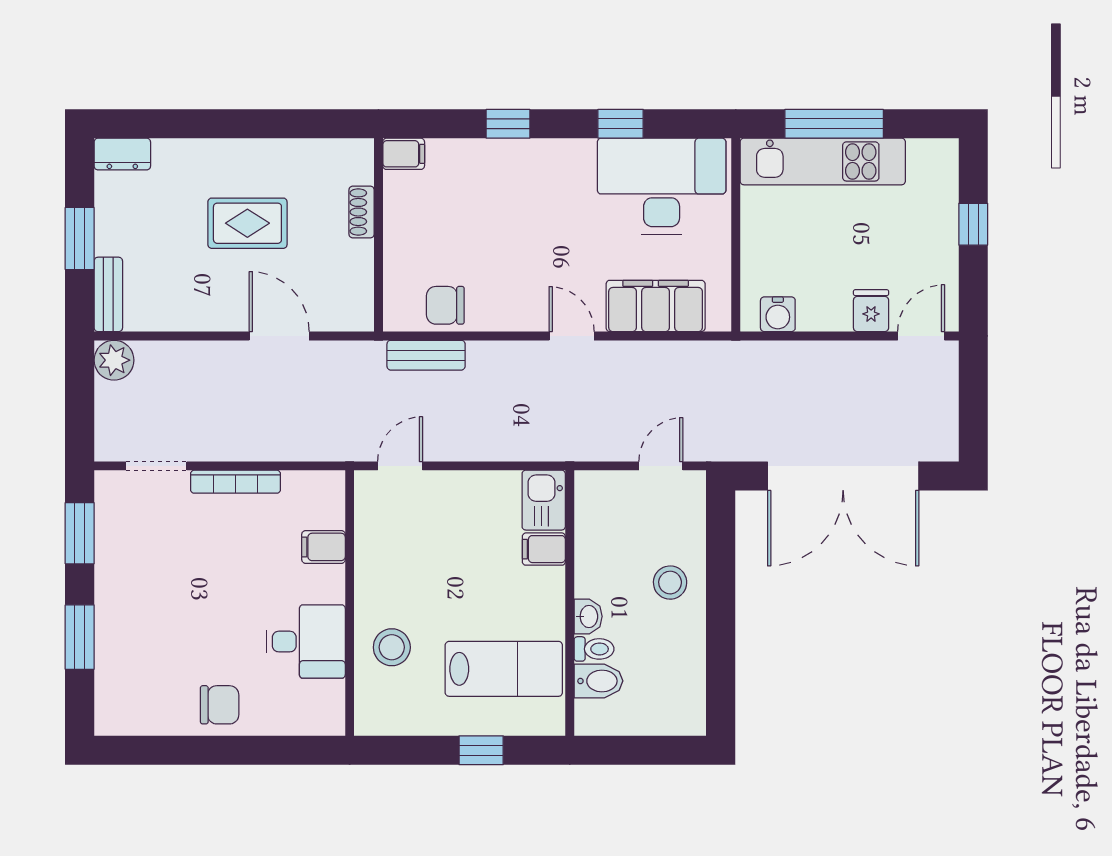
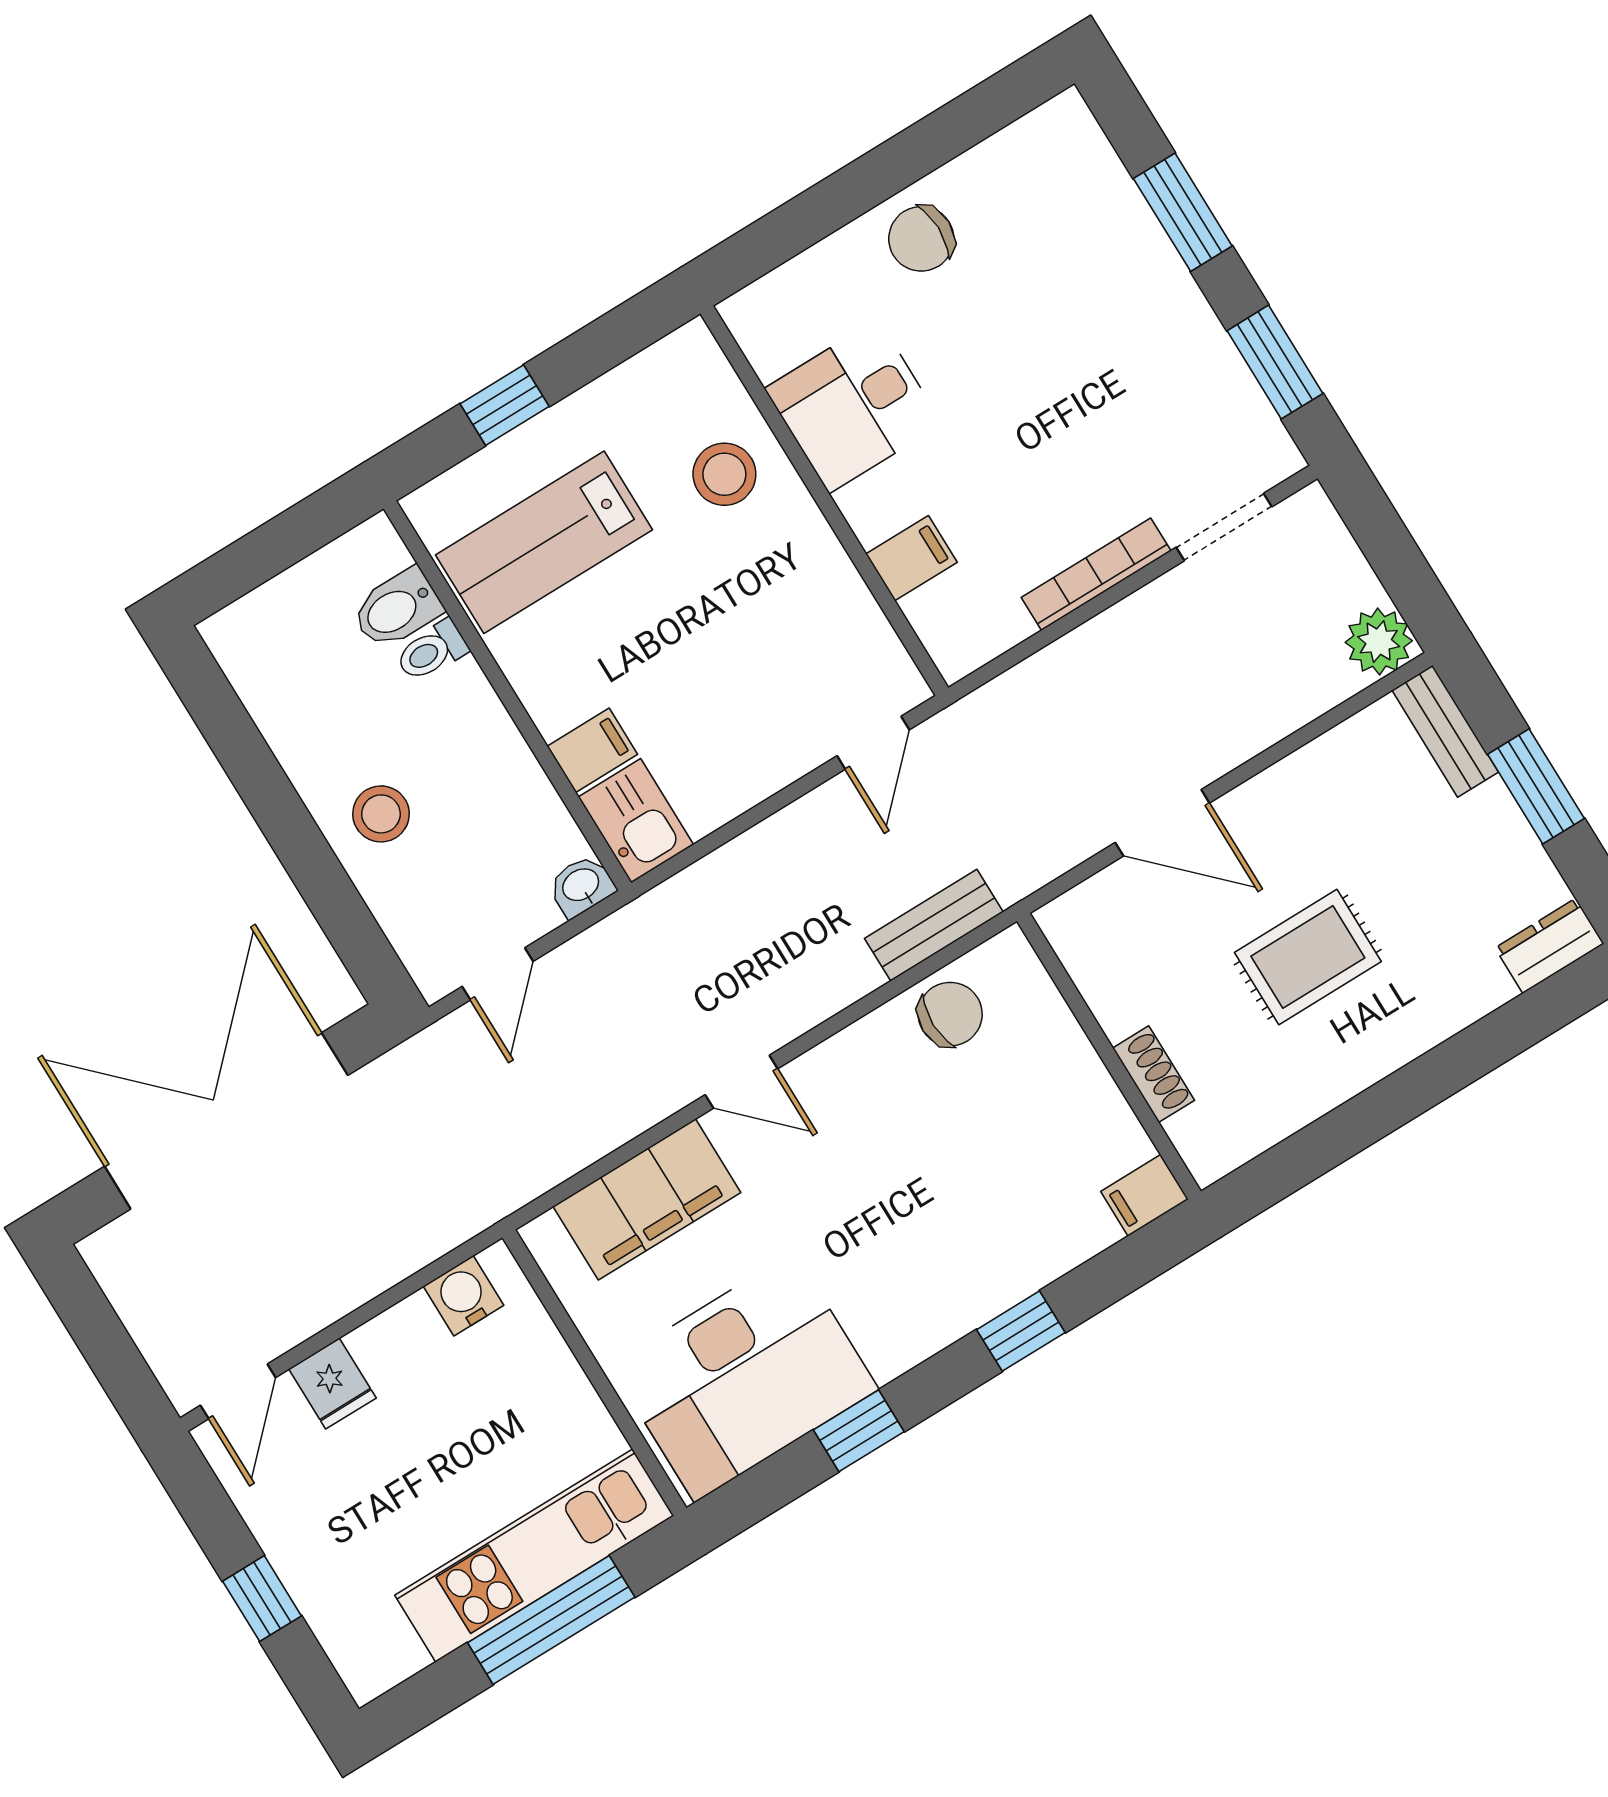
washbasin: (588, 616) -> (581, 886), moved, turned 90

